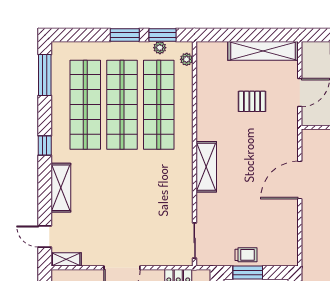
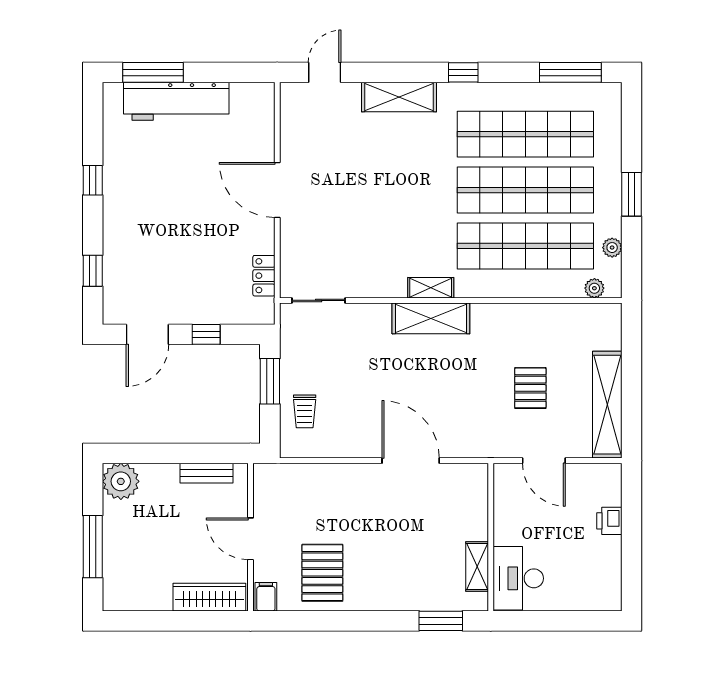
window: (162, 35) -> (632, 252), removed
trolley: (246, 255) -> (305, 411), moved
shelving: (66, 259) -> (431, 288), moved, turned 90

